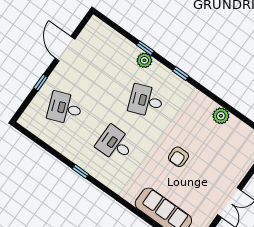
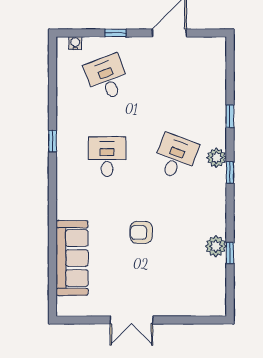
plant: (144, 60) -> (217, 158), moved
desk: (146, 101) -> (175, 157), turned 42
window: (232, 110) -> (230, 253), added
water cooler: (29, 113) -> (75, 43), added

